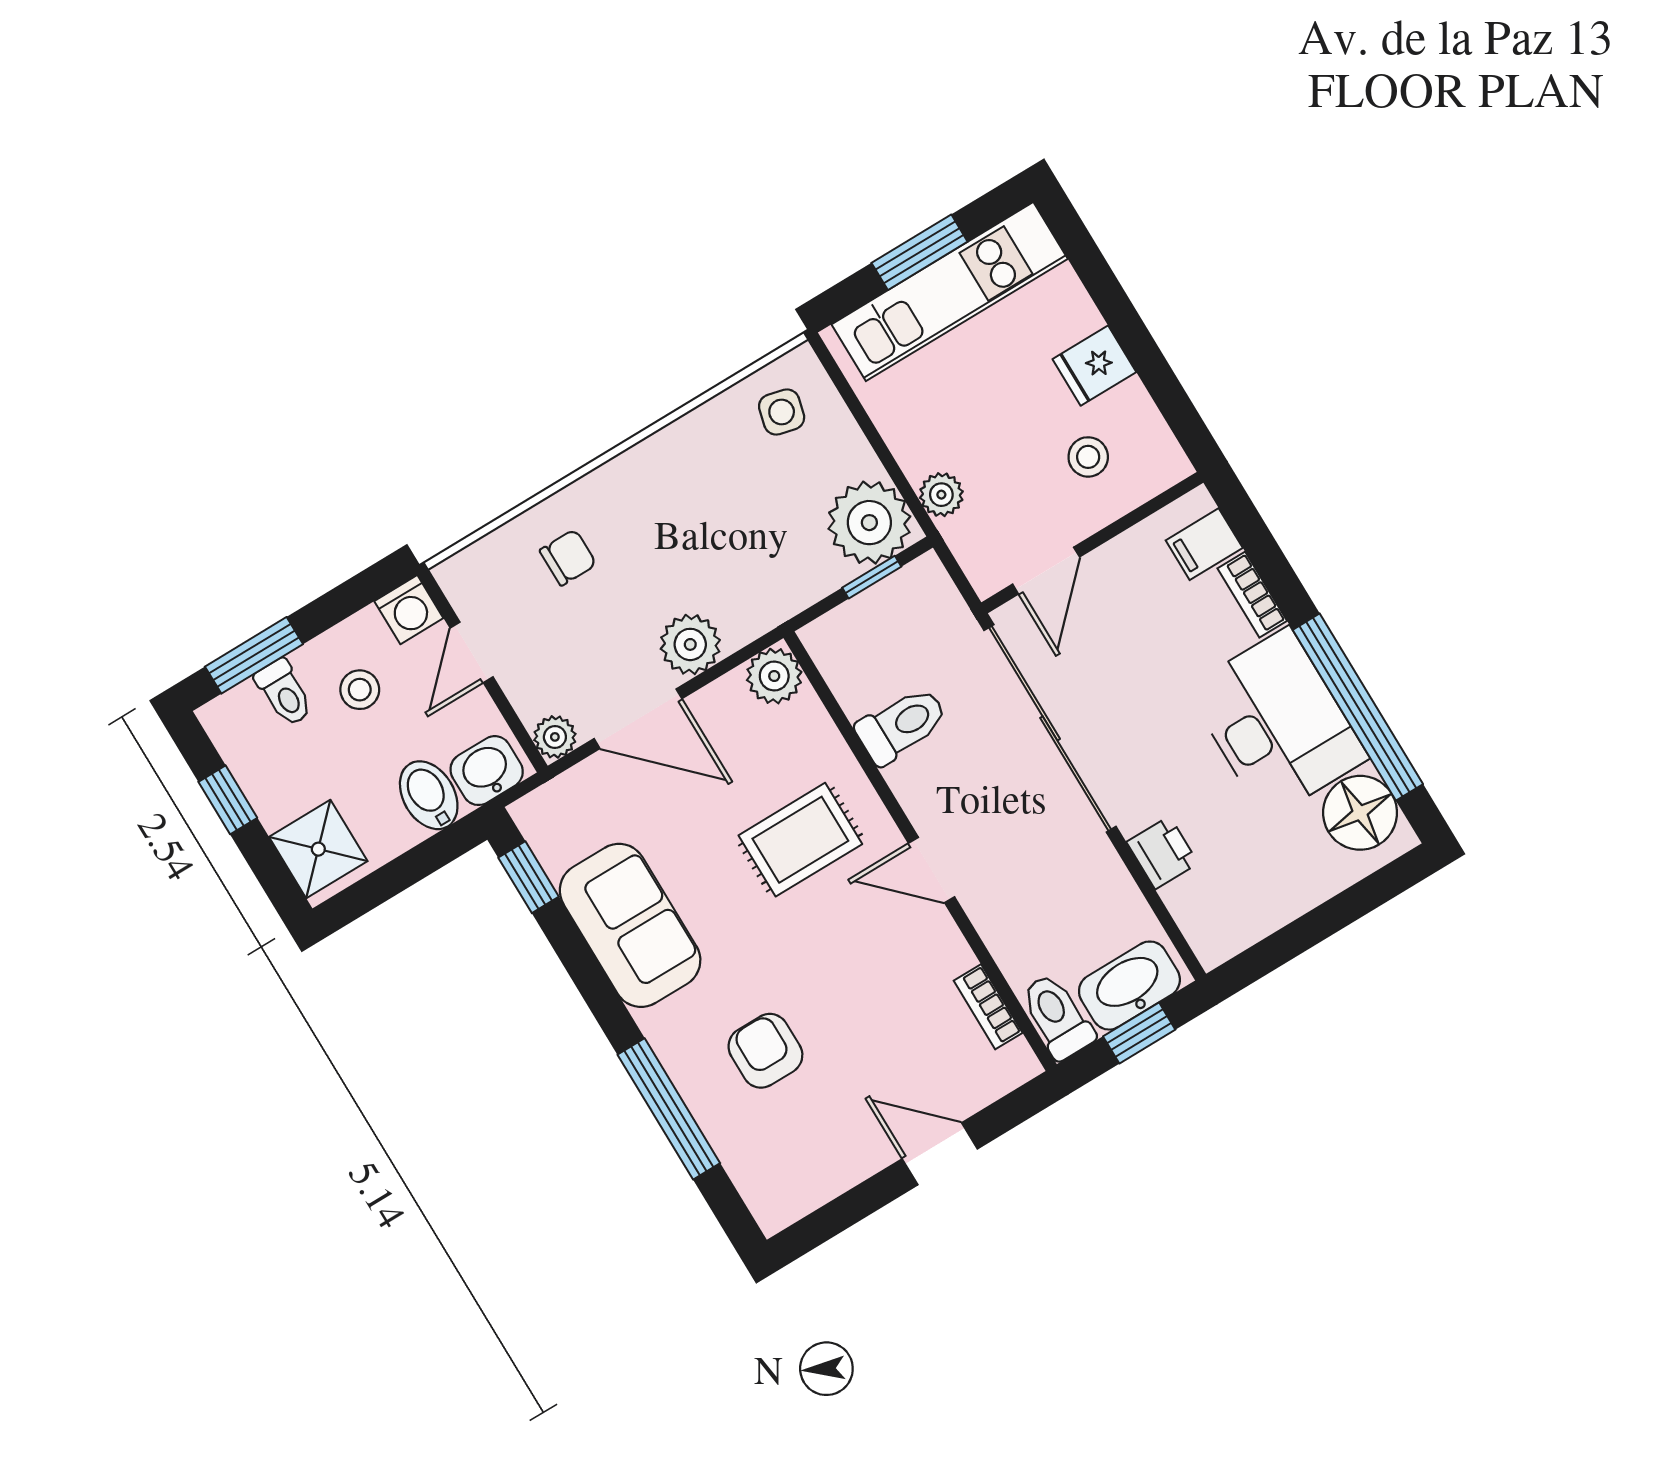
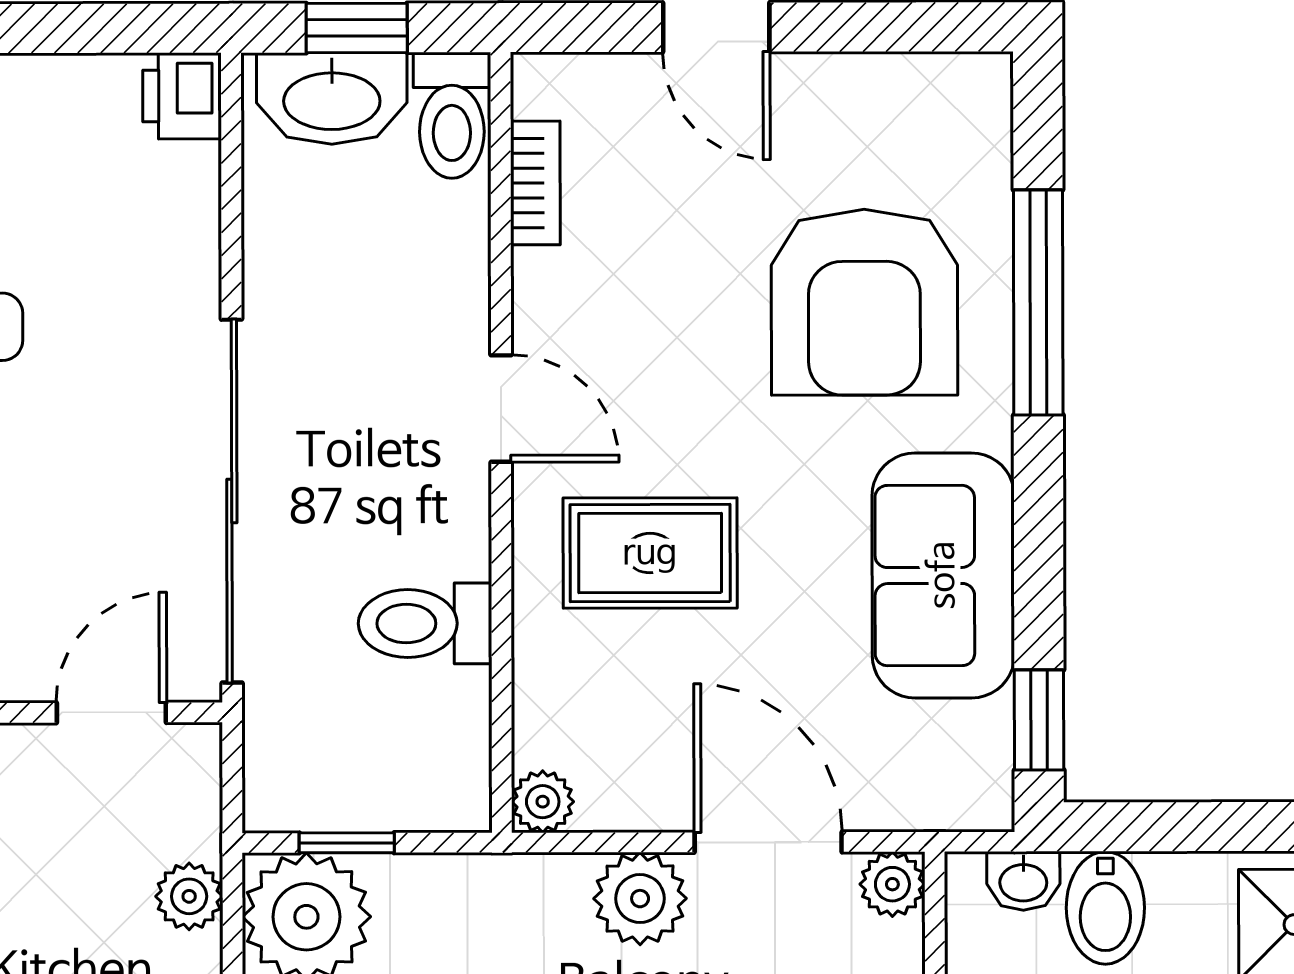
plant: (774, 676) -> (543, 802), width x0.73, depth x0.73
washbasin: (487, 771) -> (1023, 881), width x0.72, depth x0.69
printer: (1162, 853) -> (182, 96), moved
armchair: (765, 1051) -> (864, 302), width x1.88, depth x1.88

